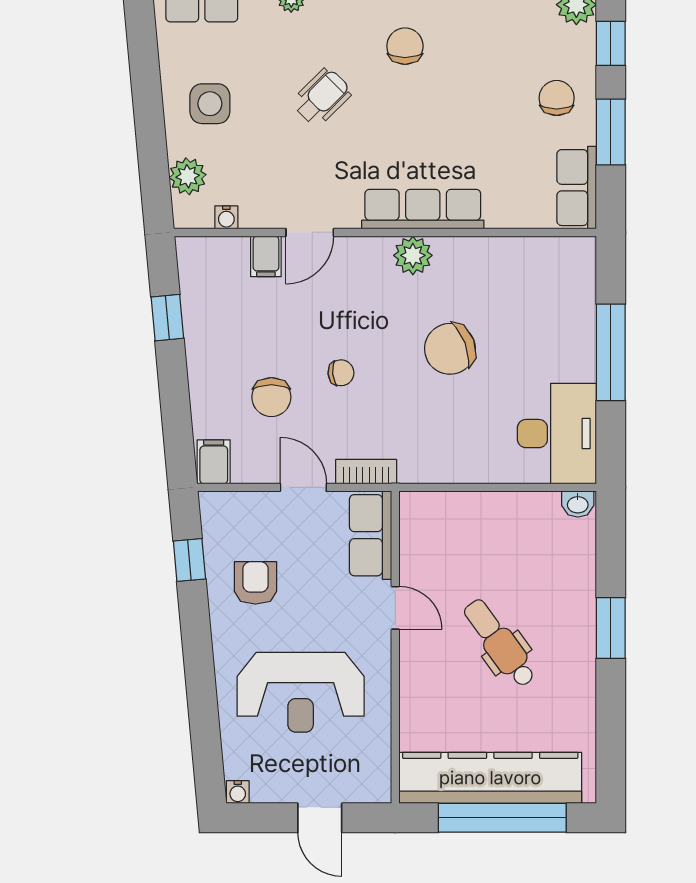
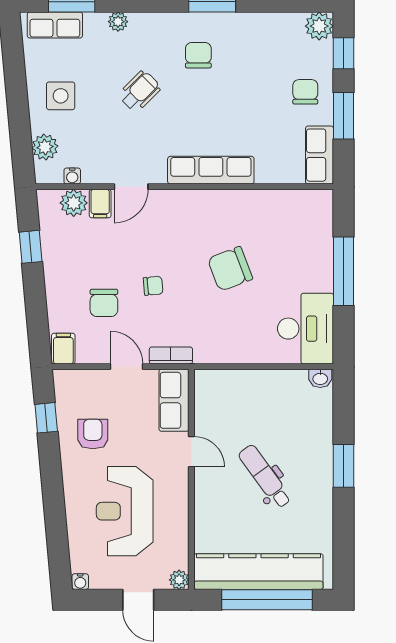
plant: (413, 255) -> (74, 203), moved
reception desk: (301, 692) -> (125, 511), turned 90
plant: (378, 789) -> (179, 580), added

